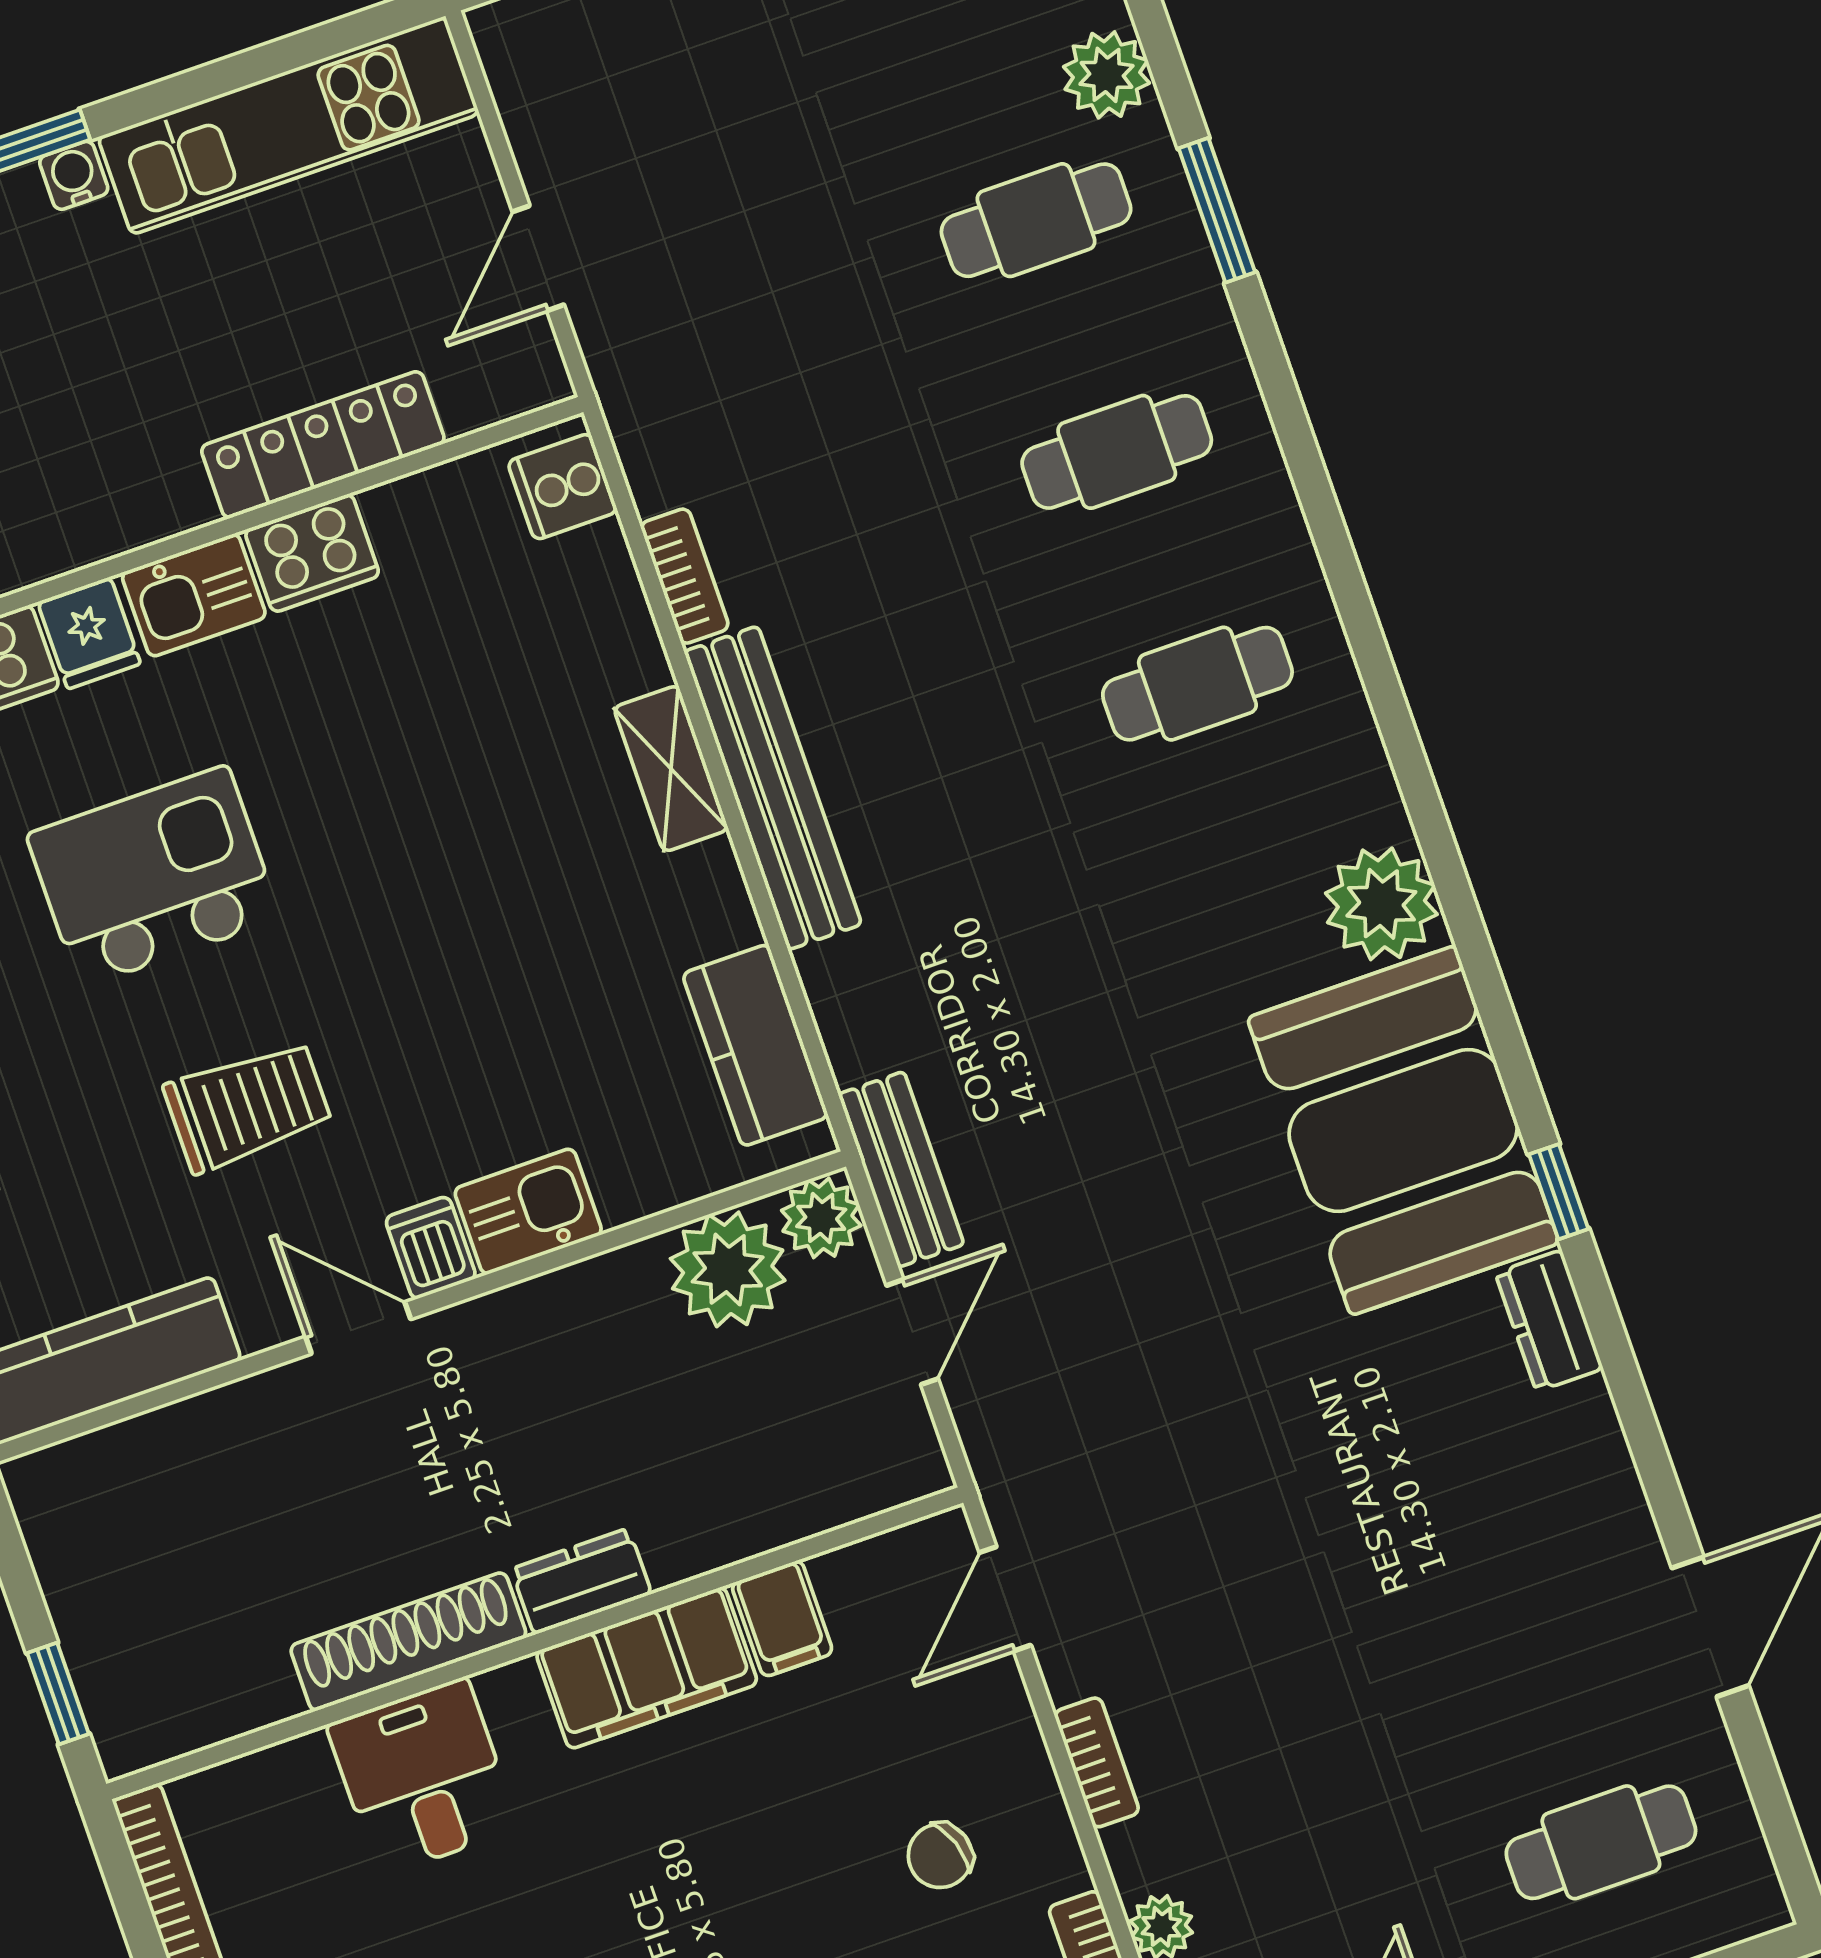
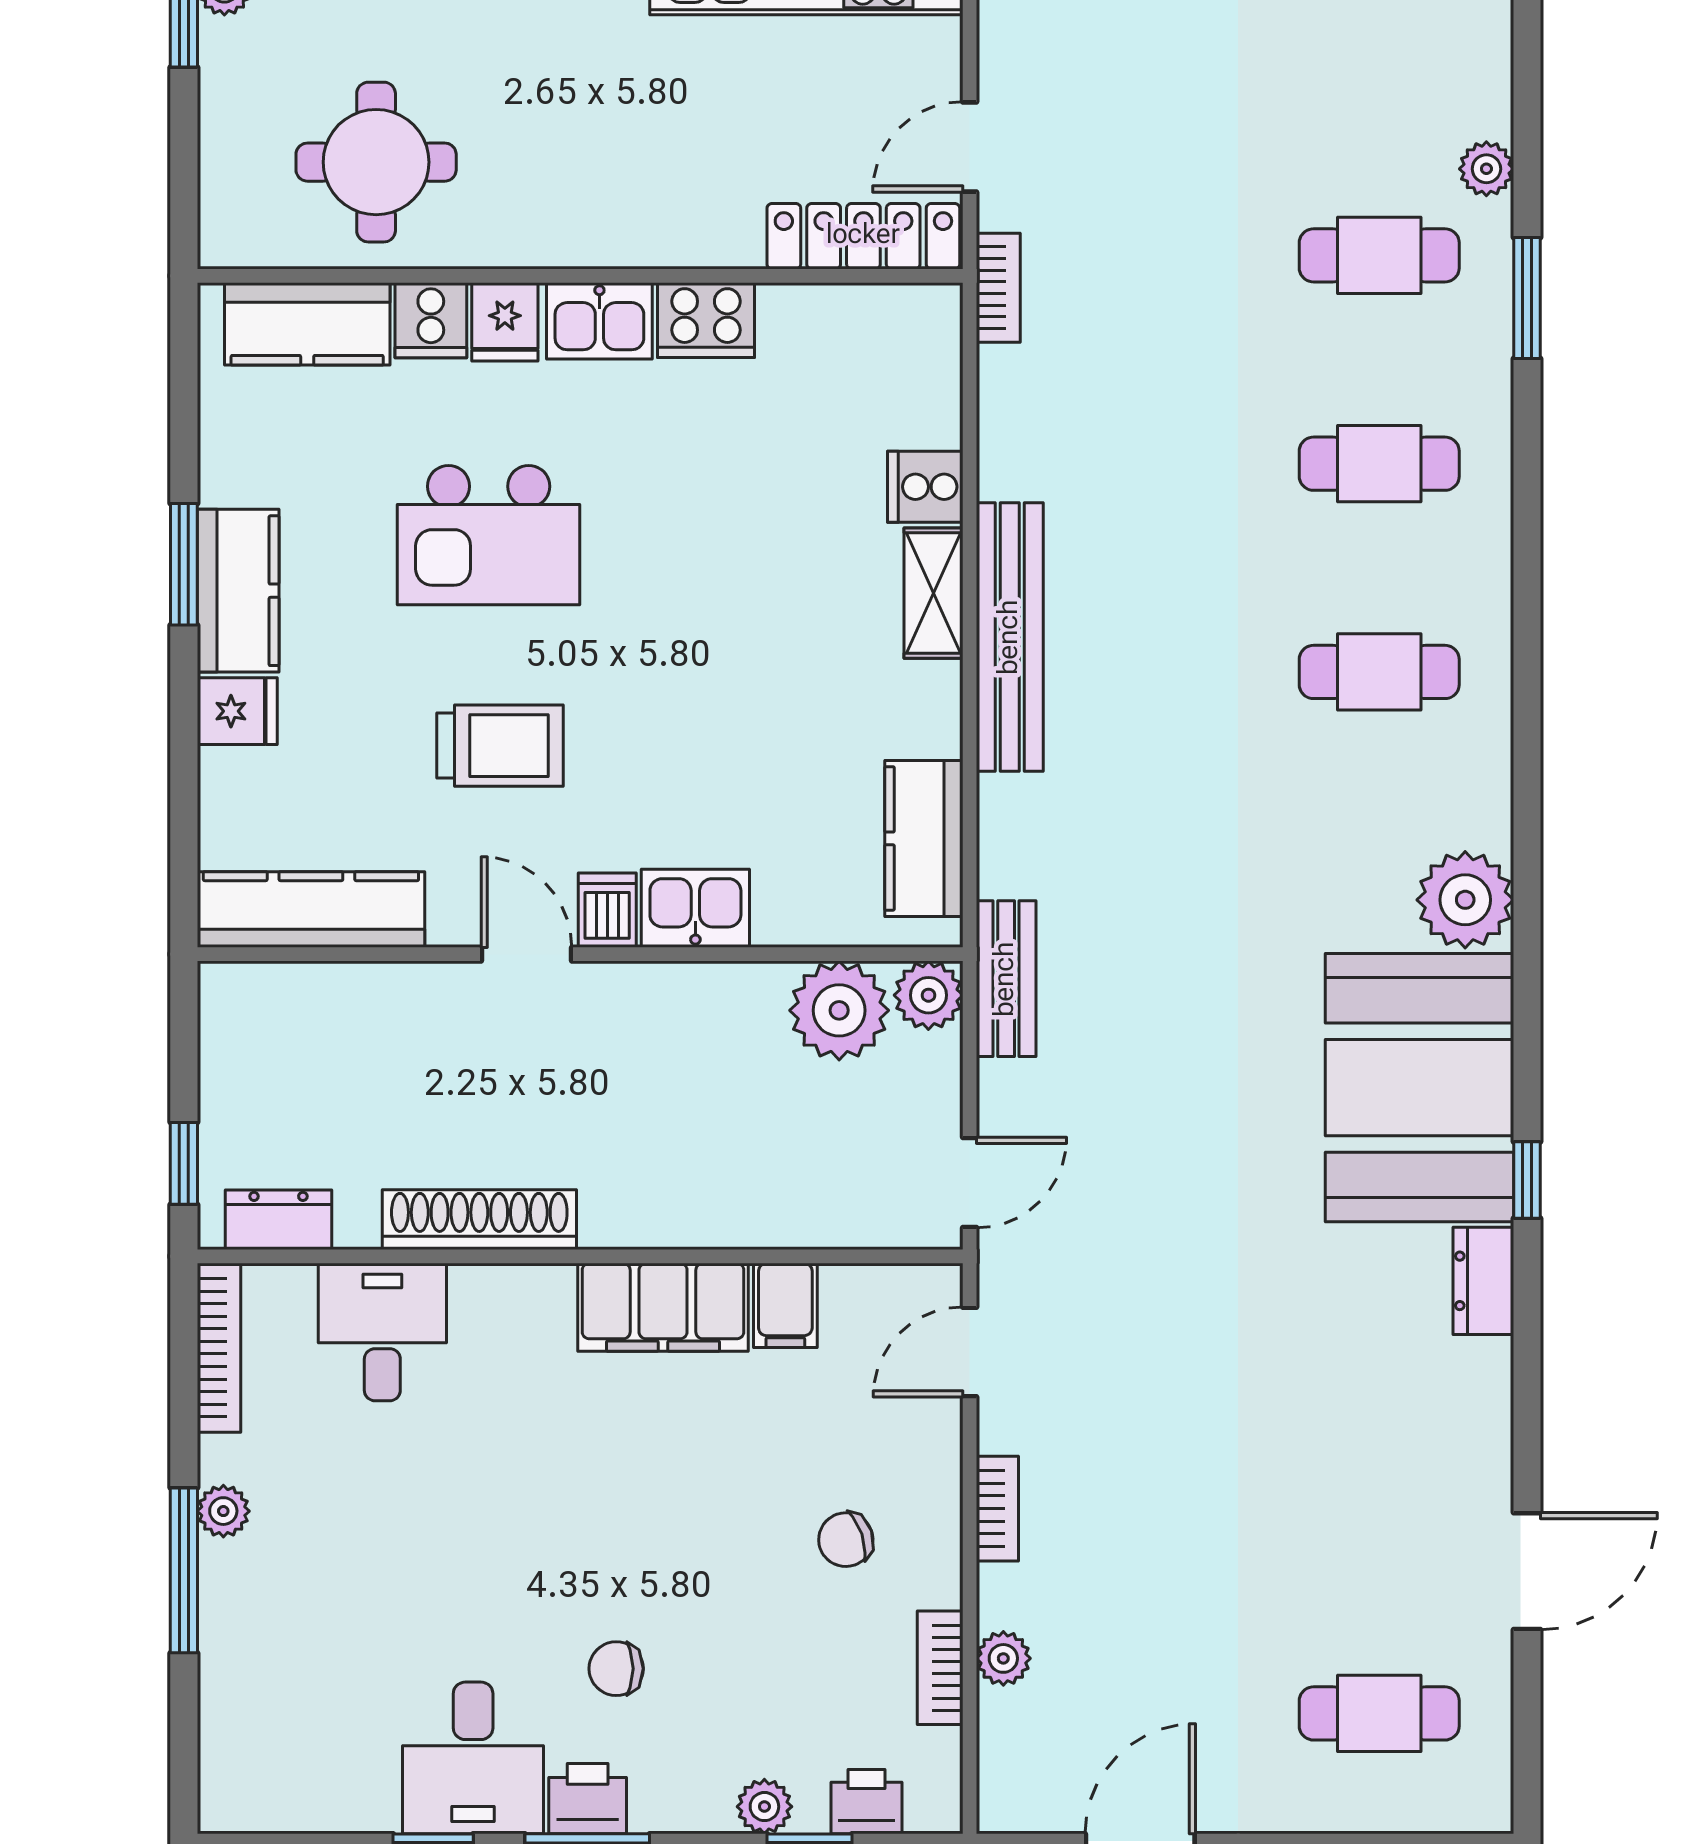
plant: (1107, 75) -> (1486, 169), width x0.73, depth x0.73
locker: (323, 445) -> (863, 236), moved
cooker: (562, 487) -> (925, 487), moved
bookcase: (685, 576) -> (998, 288), moved
kitchen island: (154, 876) -> (489, 535), turned 180
door: (912, 1332) -> (970, 1183), moved
dresser: (581, 1581) -> (278, 1220), moved
desk: (423, 1777) -> (382, 1332), moved

